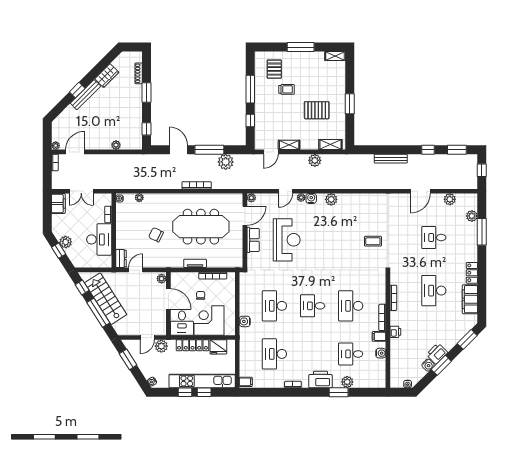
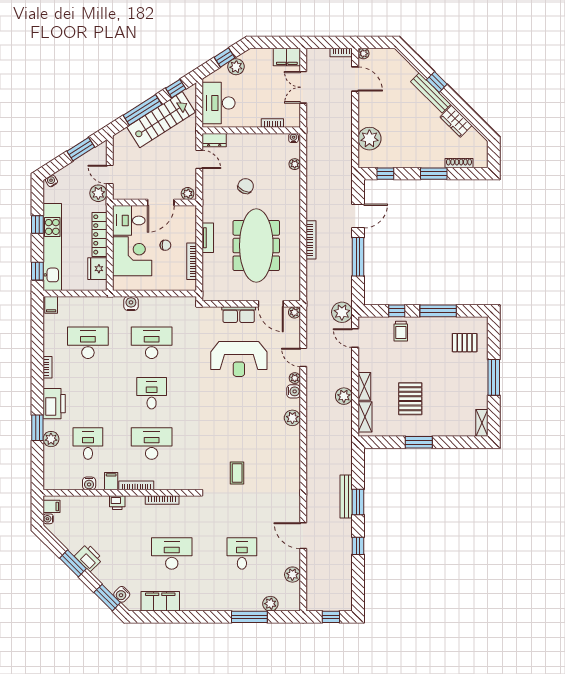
trolley: (286, 89) -> (401, 331), moved
plant: (116, 145) -> (369, 139), width x1.88, depth x1.88
shelving: (289, 145) -> (364, 386), moved
window: (457, 150) -> (358, 502), moved
plant: (226, 162) -> (342, 312), moved
desk: (99, 239) -> (218, 103), moved, turned 90
locker: (472, 273) -> (195, 604), removed
water cooler: (428, 365) -> (122, 594), moved
filing cabinet: (398, 382) -> (52, 506), added
window: (204, 392) -> (37, 271), moved

